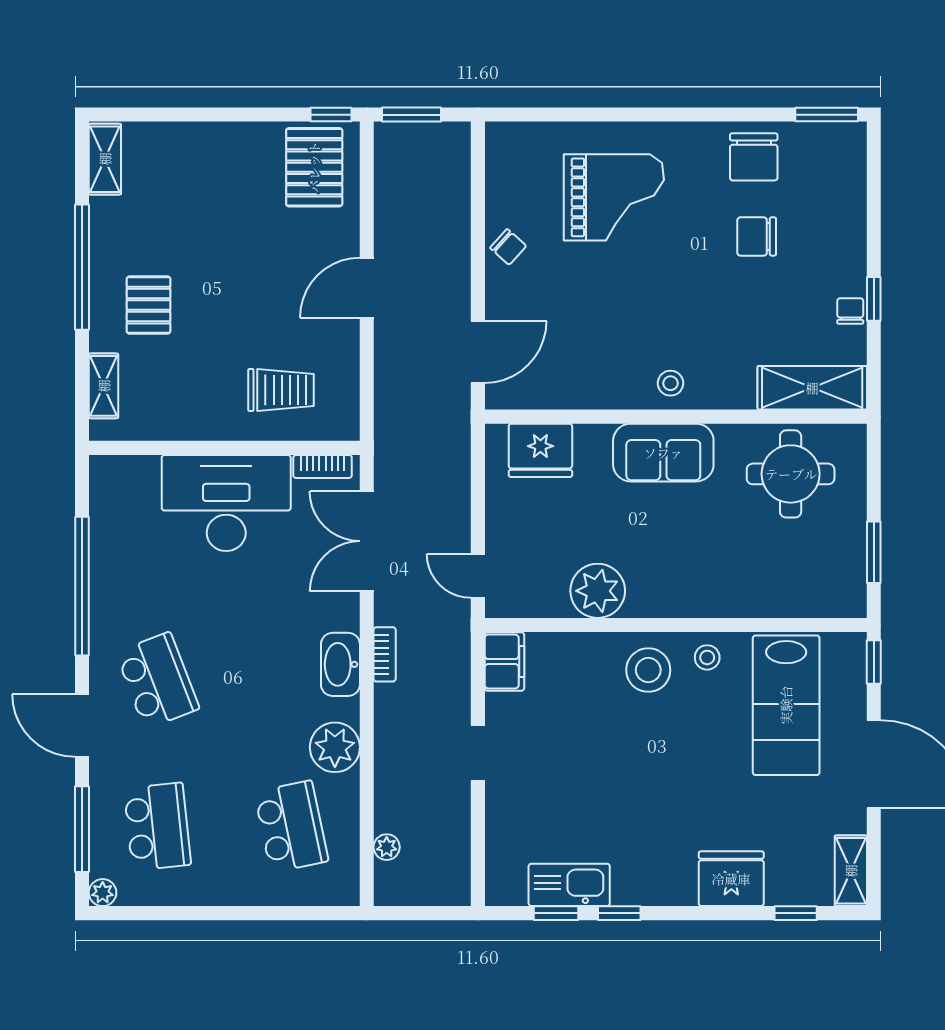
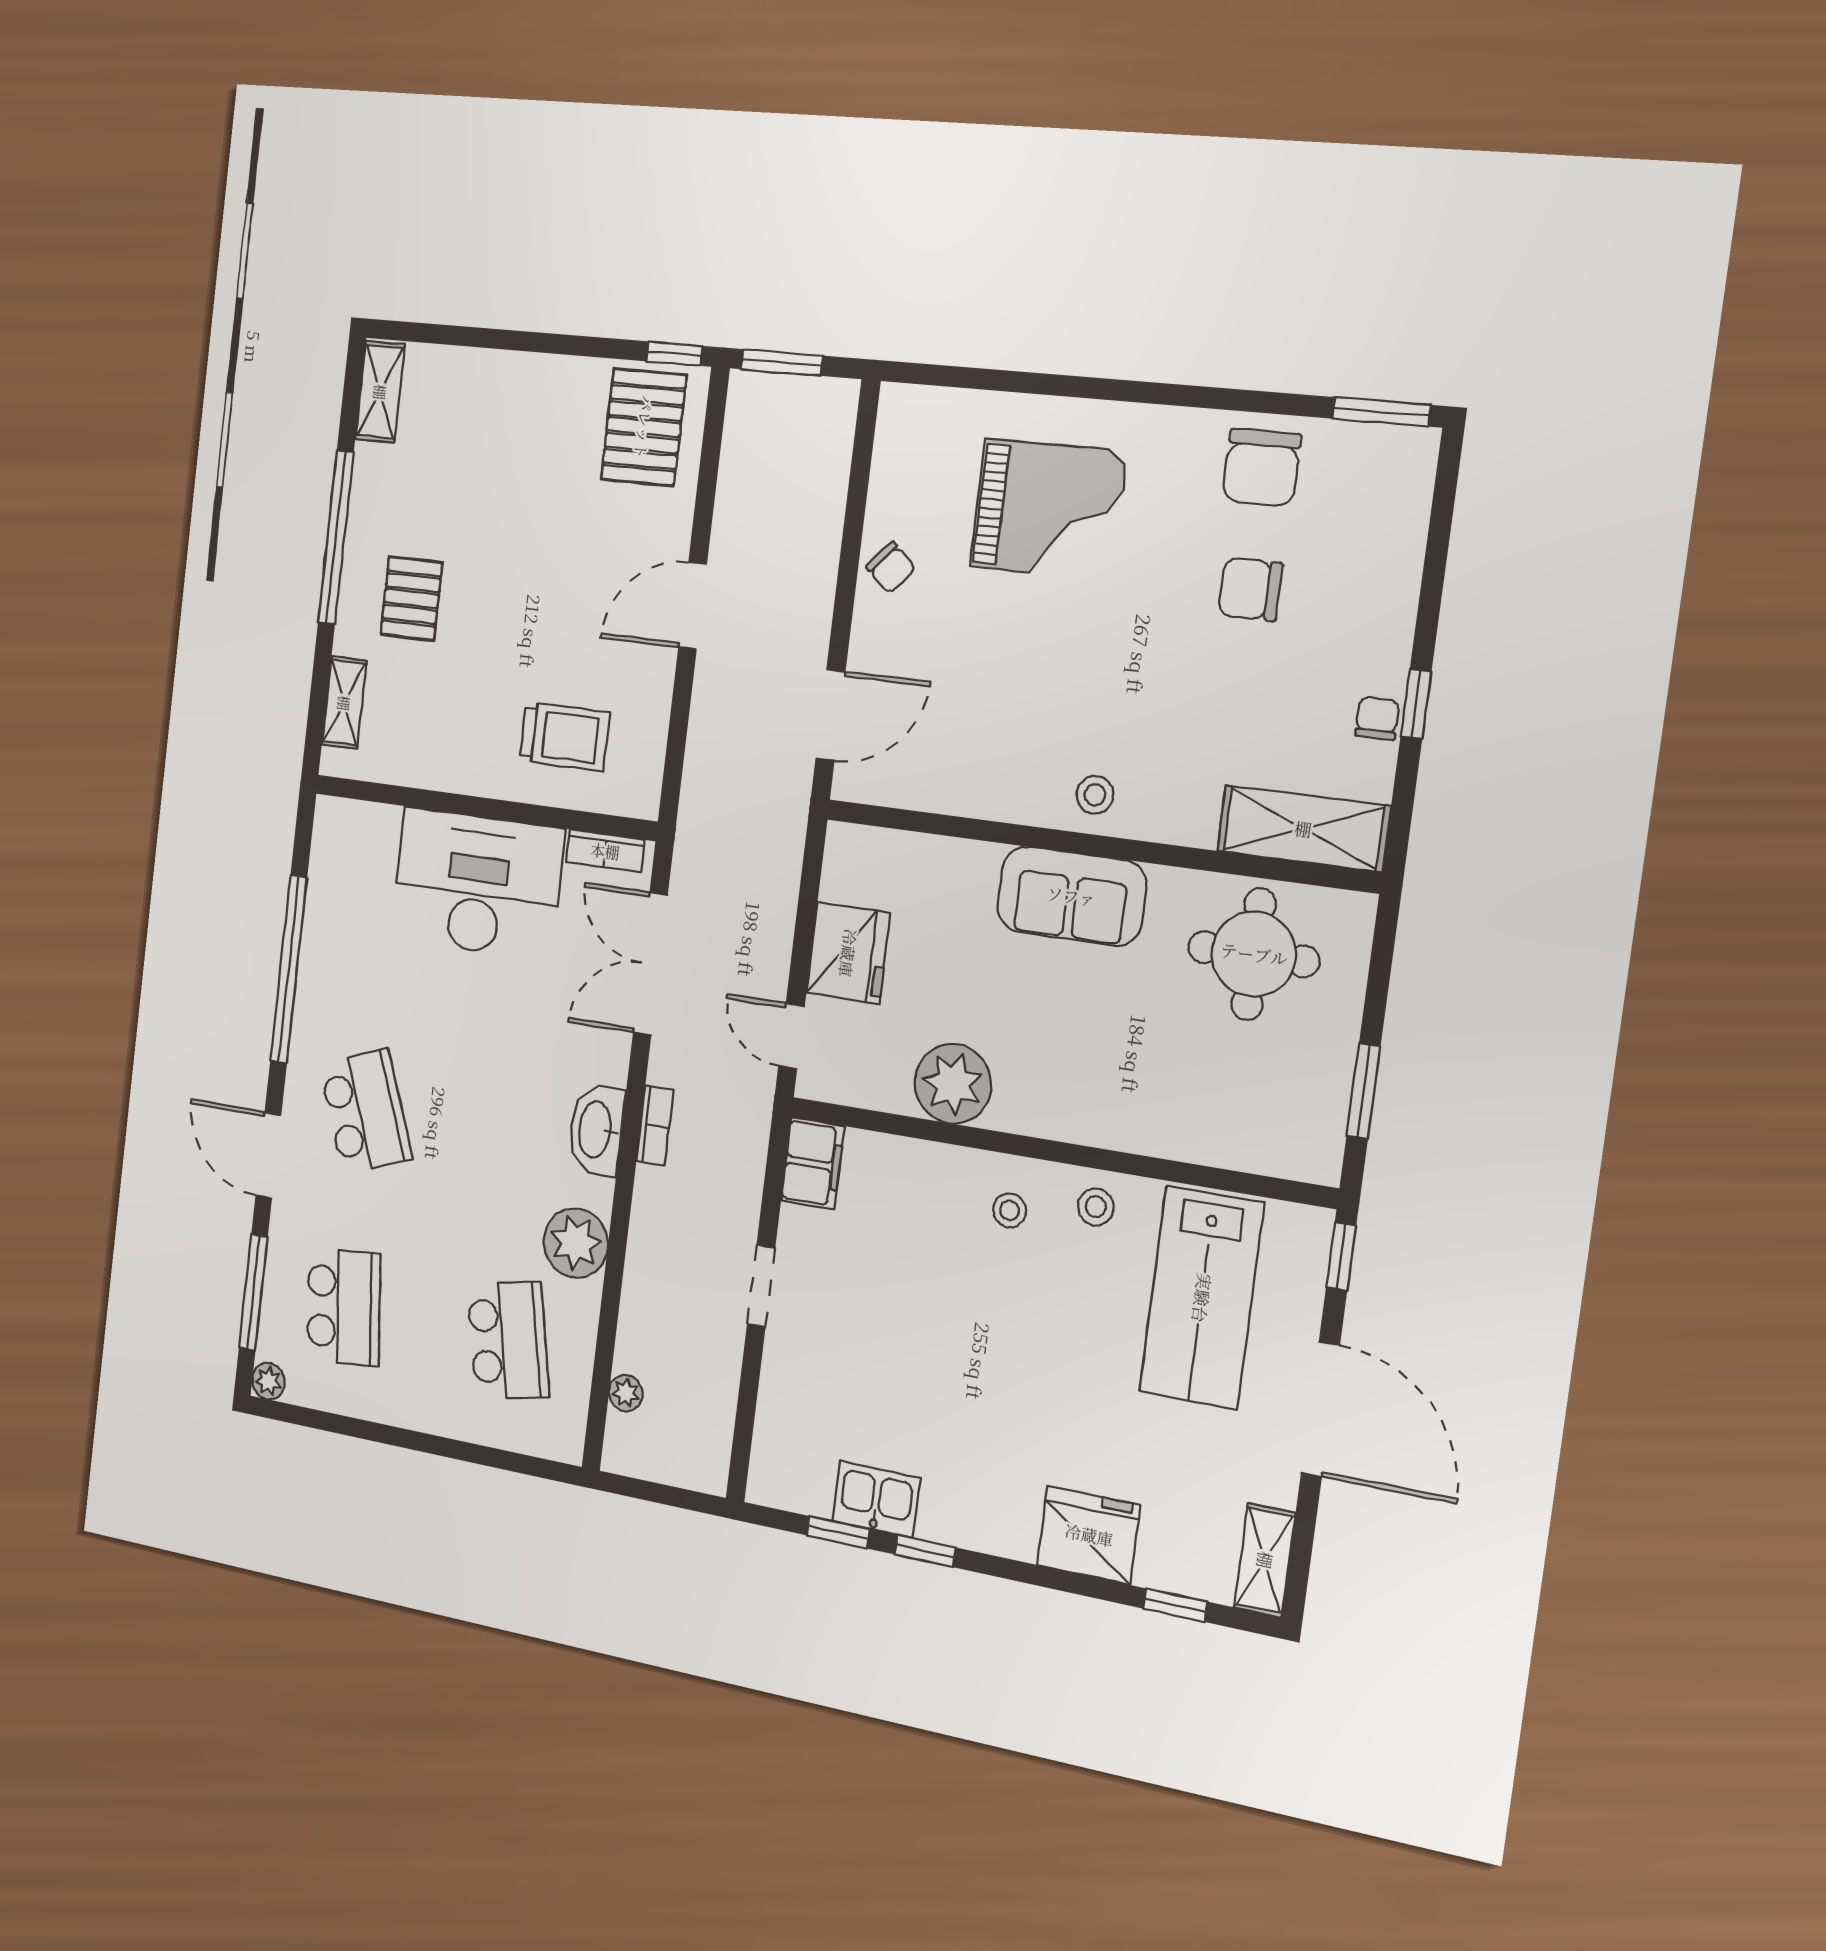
fridge: (540, 450) -> (848, 953), moved, turned -90
stool: (648, 670) -> (1009, 1210), width x0.53, depth x0.53
kitchen sink: (569, 885) -> (876, 1499), width x0.73

